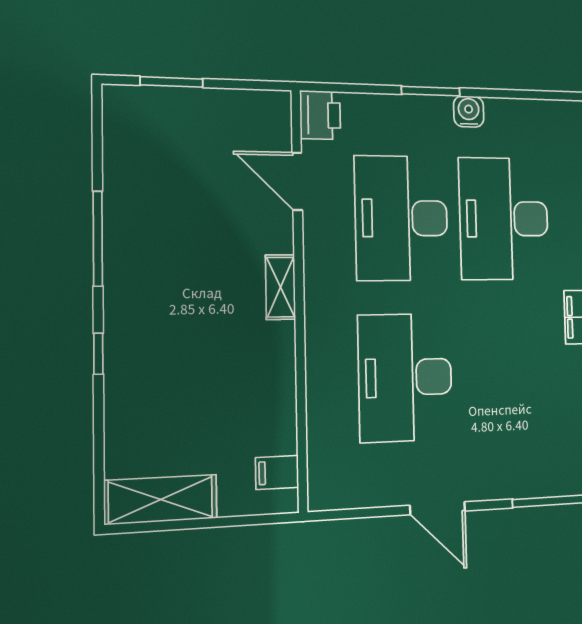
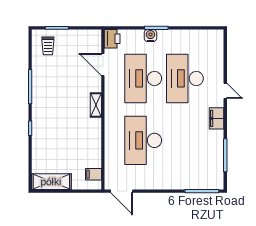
water cooler: (469, 112) -> (150, 36), moved
trolley: (147, 129) -> (48, 46), added
door: (437, 508) -> (122, 191), moved

